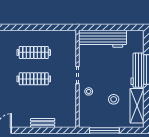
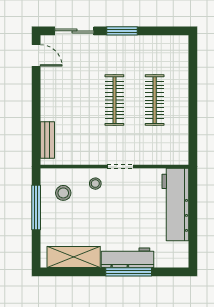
stool: (114, 99) -> (63, 193), moved
bench: (43, 123) -> (47, 140), moved

